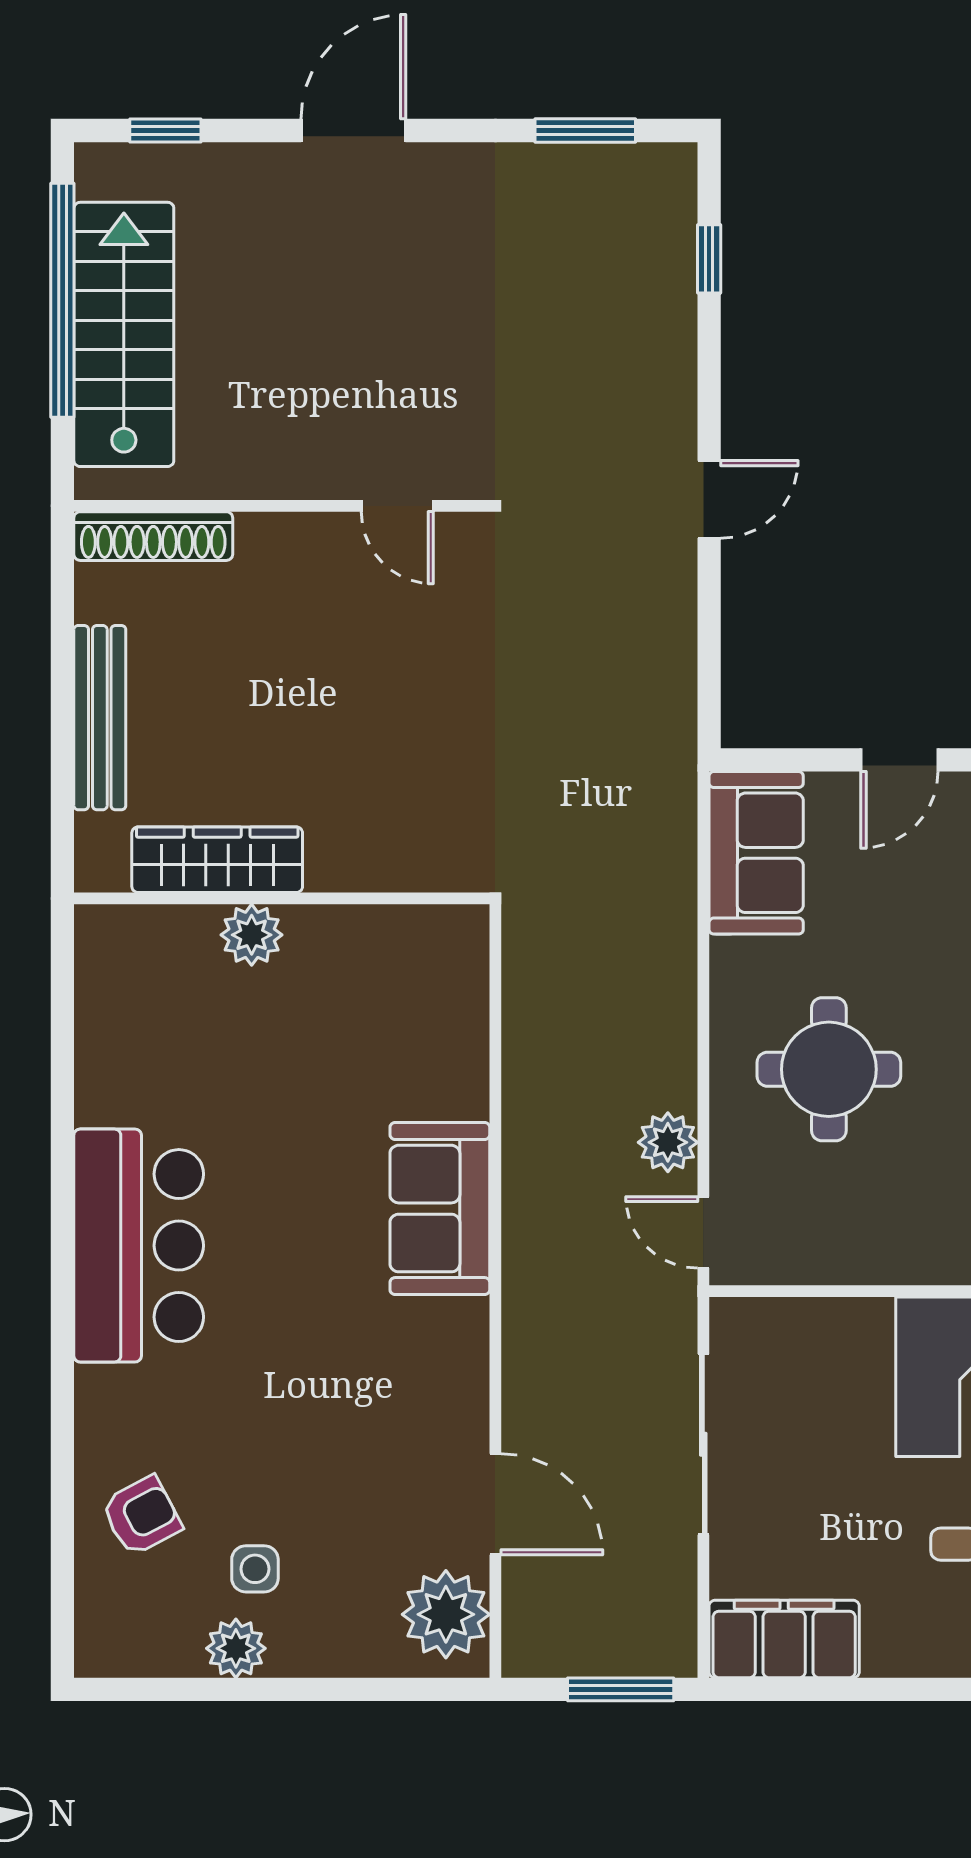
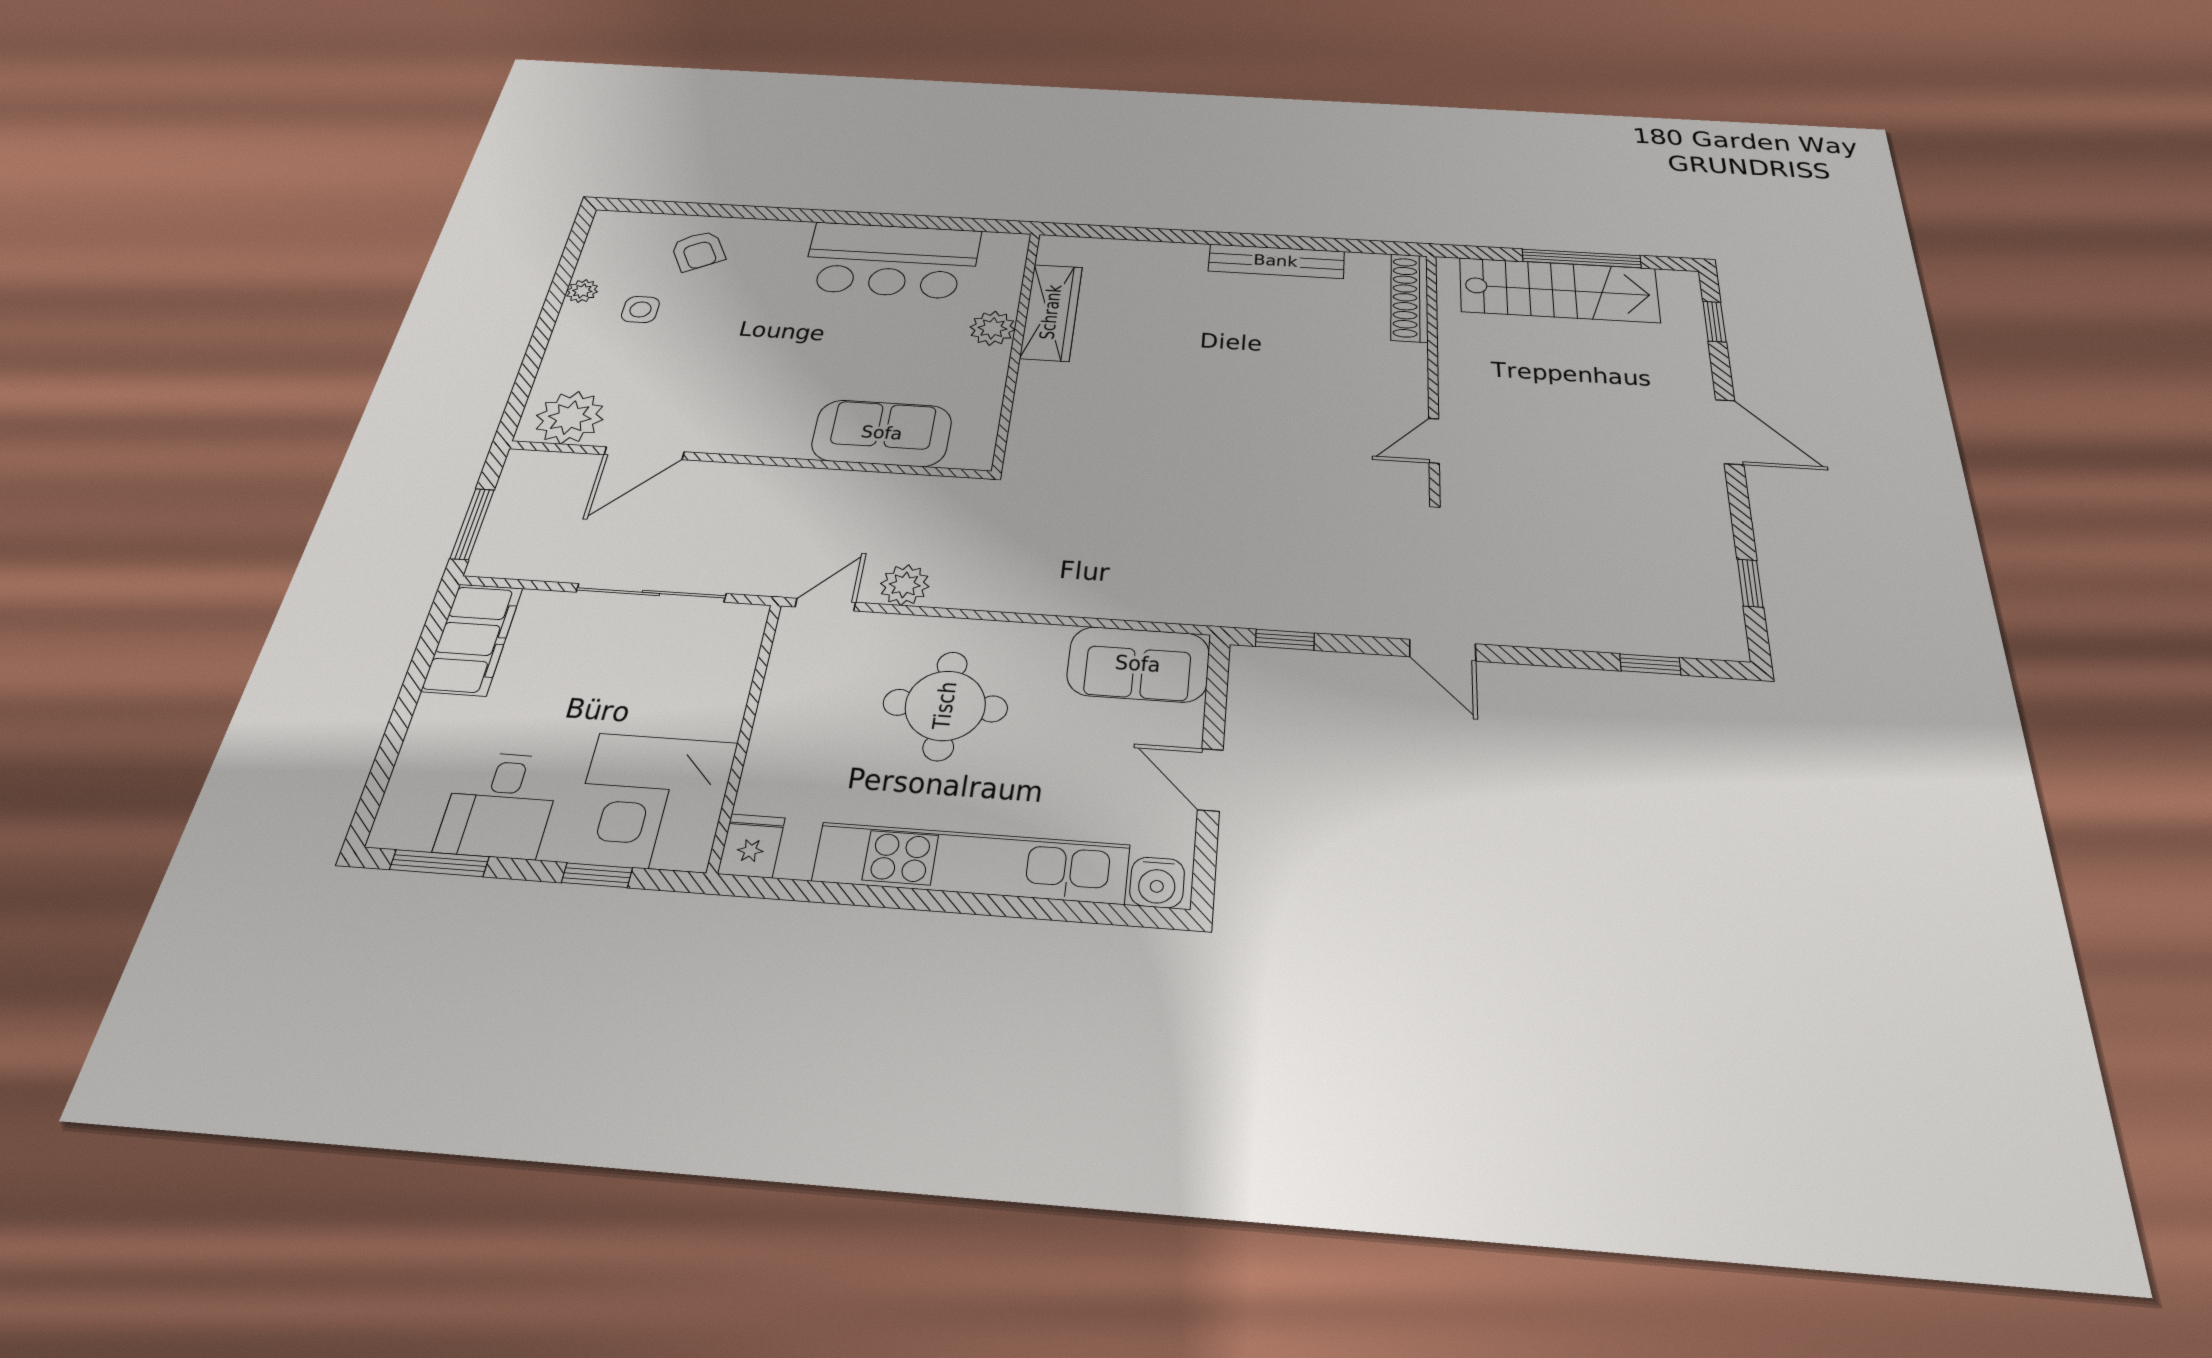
window: (585, 131) -> (1750, 583), width x0.67
window: (62, 300) -> (1582, 258), width x0.68
window: (709, 684) -> (1285, 640), added
wardrobe: (217, 860) -> (1051, 312), moved
wall: (282, 898) -> (1017, 347), moved
plant: (252, 935) -> (992, 328), moved
plant: (236, 1648) -> (582, 291), width x0.73, depth x0.73

